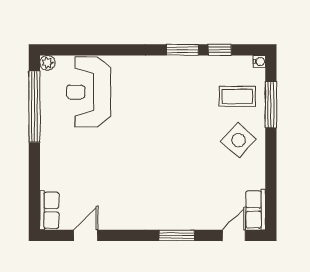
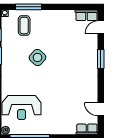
side table: (239, 140) -> (37, 57), moved
door: (234, 235) -> (101, 27), hinge flipped

